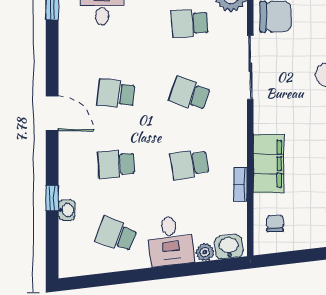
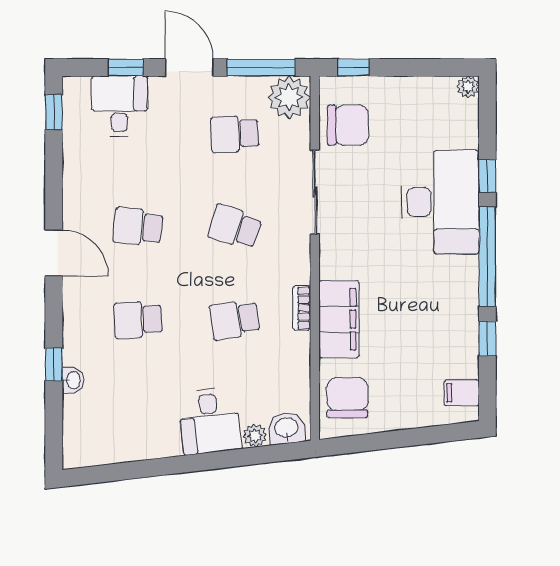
bookcase: (240, 185) -> (302, 308), moved
chair: (275, 223) -> (347, 398), width x1.87, depth x1.87
school desk: (116, 235) -> (138, 413), removed

